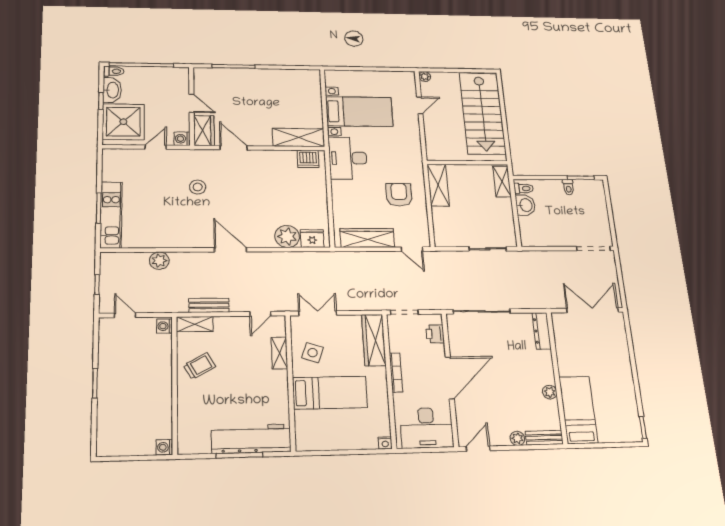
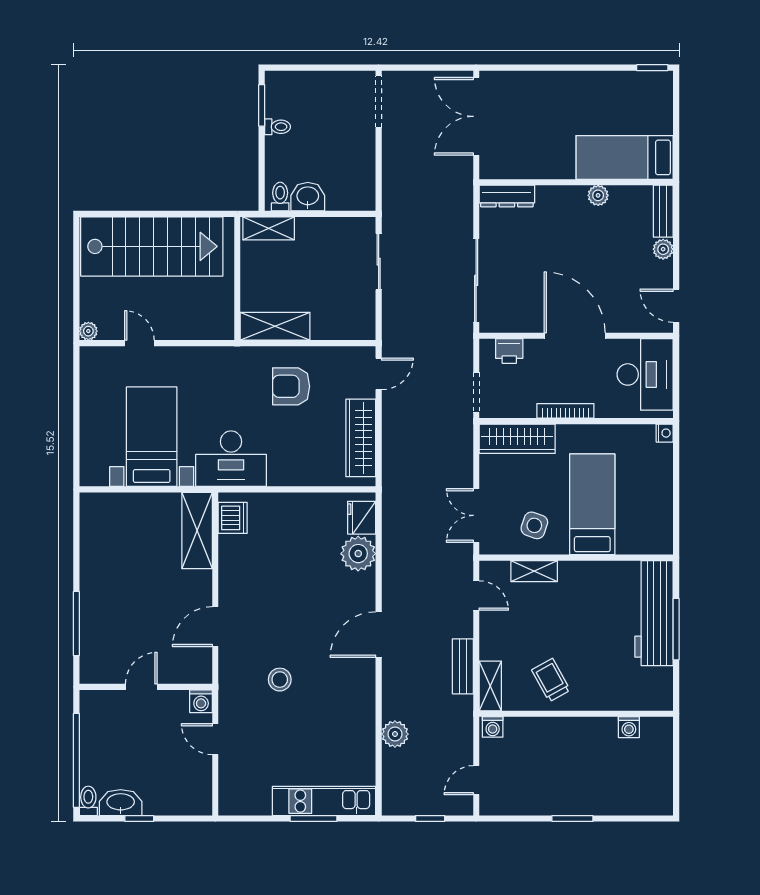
shower: (123, 122) -> (174, 786), removed
wardrobe: (204, 131) -> (187, 669), removed
washing machine: (164, 447) -> (629, 727), moved

